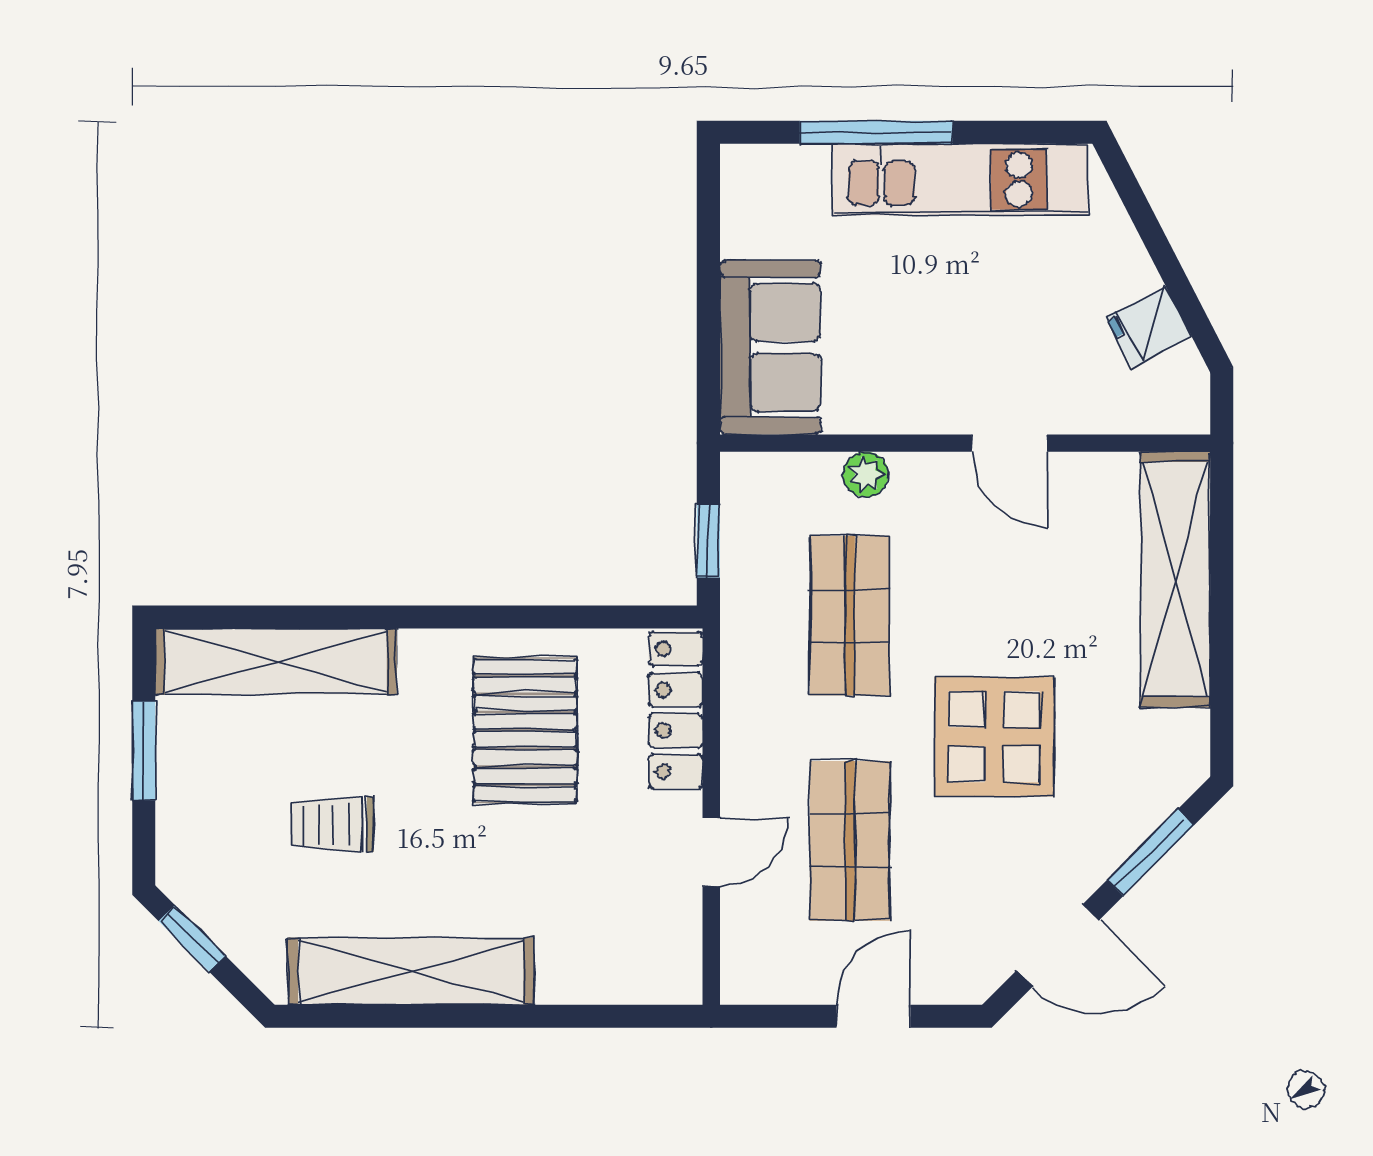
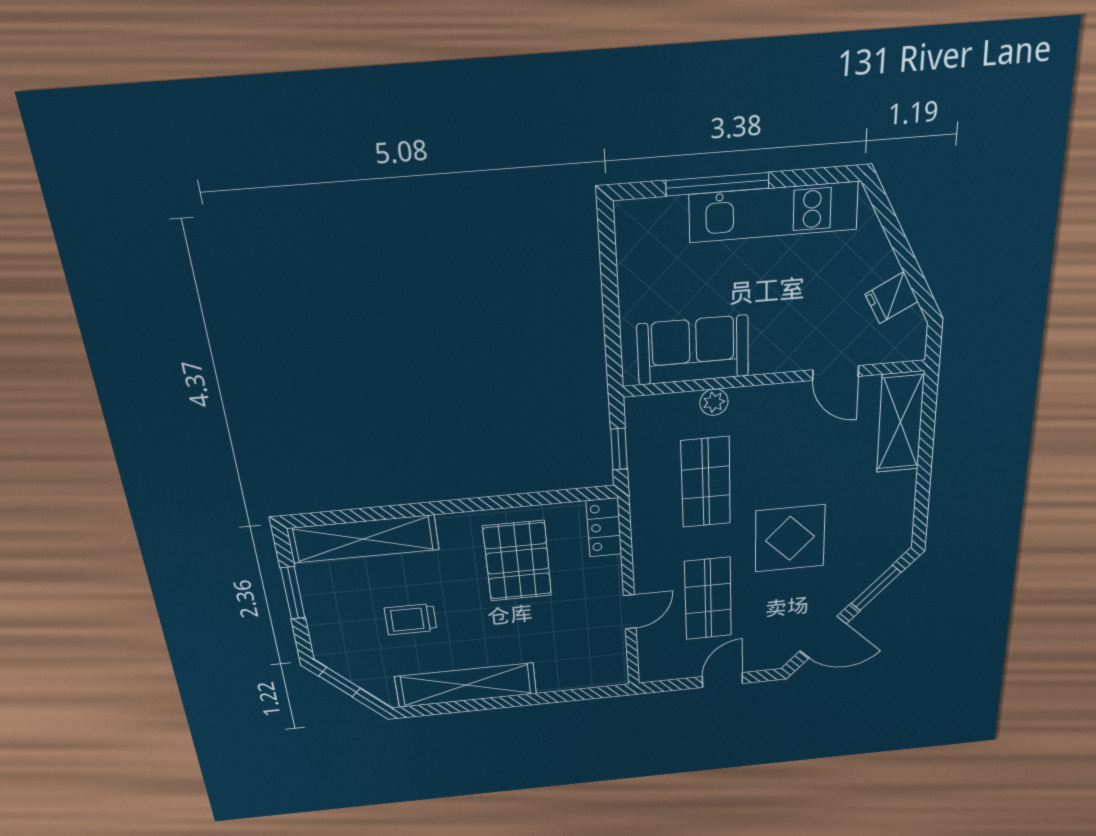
sofa: (770, 347) -> (693, 350), moved, turned -90
door: (1009, 443) -> (836, 373), moved
shelving: (1175, 579) -> (900, 422), width x0.68
locker: (676, 710) -> (604, 527), width x0.66

